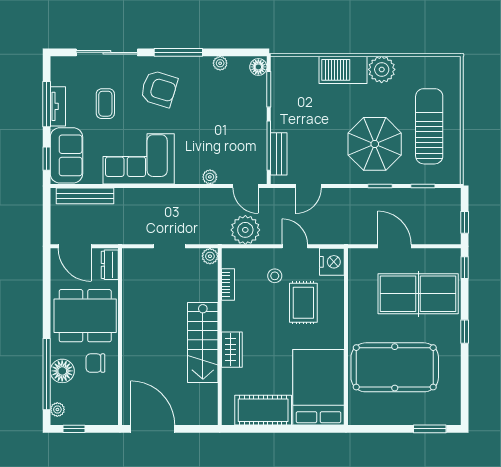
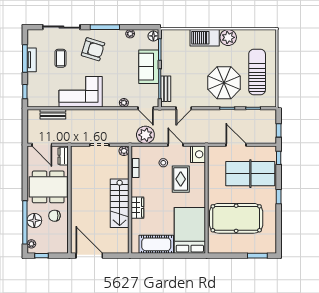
sofa: (66, 155) -> (149, 67), moved, turned 180
bench: (85, 196) -> (53, 114), width x0.73

